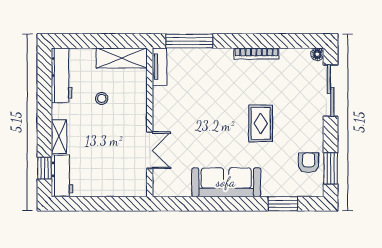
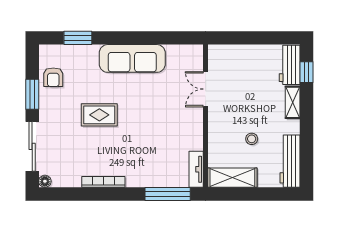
rug: (261, 123) -> (99, 115), turned 90
window: (331, 168) -> (32, 94), moved

